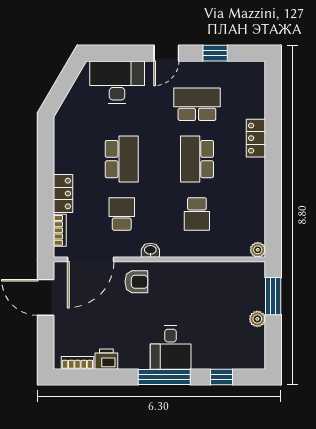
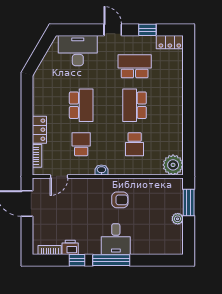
door: (166, 53) -> (113, 30), swing flipped
locker: (256, 138) -> (170, 42), moved, turned -90
plant: (258, 250) -> (173, 165), width x1.88, depth x1.88
door: (91, 259) -> (59, 176), width x0.53
armchair: (136, 282) -> (120, 200), moved
window: (221, 377) -> (77, 260), moved

